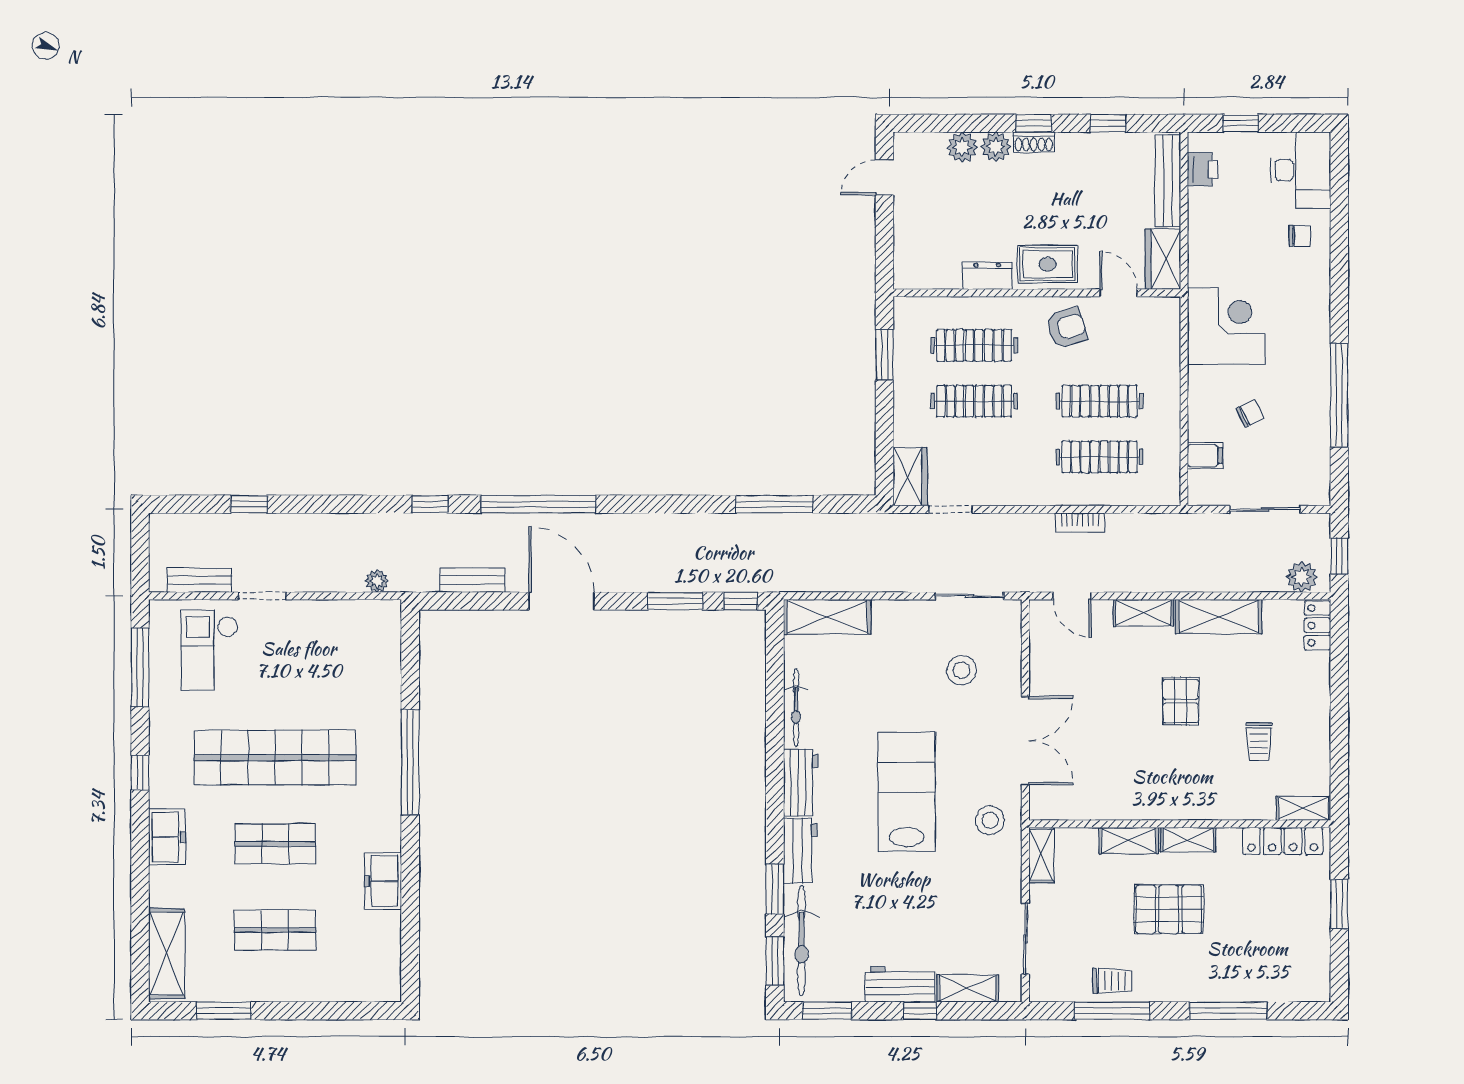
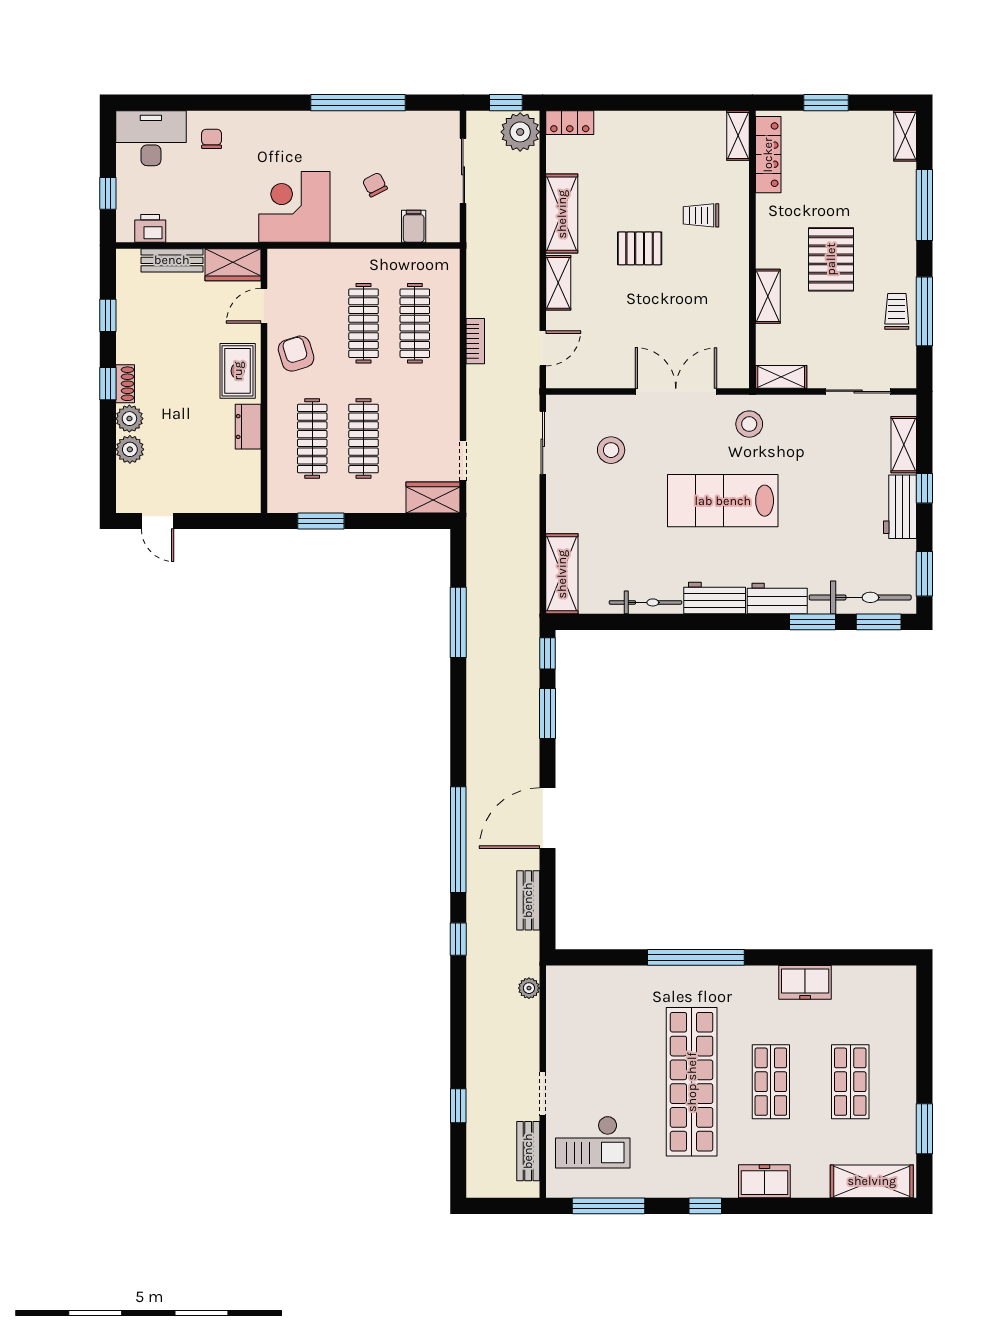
bench: (1168, 181) -> (172, 260), width x0.73
plant: (1302, 577) -> (520, 132), width x1.36, depth x1.36
trolley: (1259, 741) -> (701, 215), moved, turned 180
shelving: (1188, 840) -> (905, 136), moved

